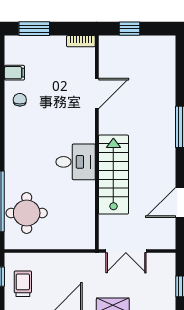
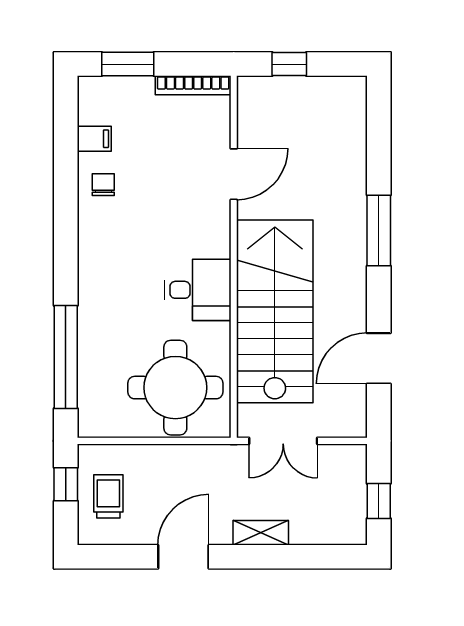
bookcase: (81, 41) -> (193, 85), width x1.56
stairs: (113, 175) -> (275, 311), width x1.36, depth x1.51
round table: (27, 213) -> (175, 388), moved, width x1.36, depth x1.36

